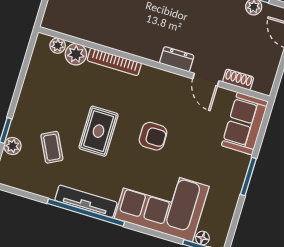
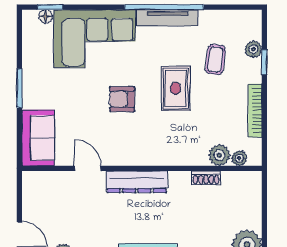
dresser: (177, 59) -> (137, 182), width x1.96, depth x1.24
bookcase: (114, 62) -> (255, 111), moved, turned -90
shoe rack: (238, 80) -> (206, 178), moved
coffee table: (52, 147) -> (215, 60), turned 34

